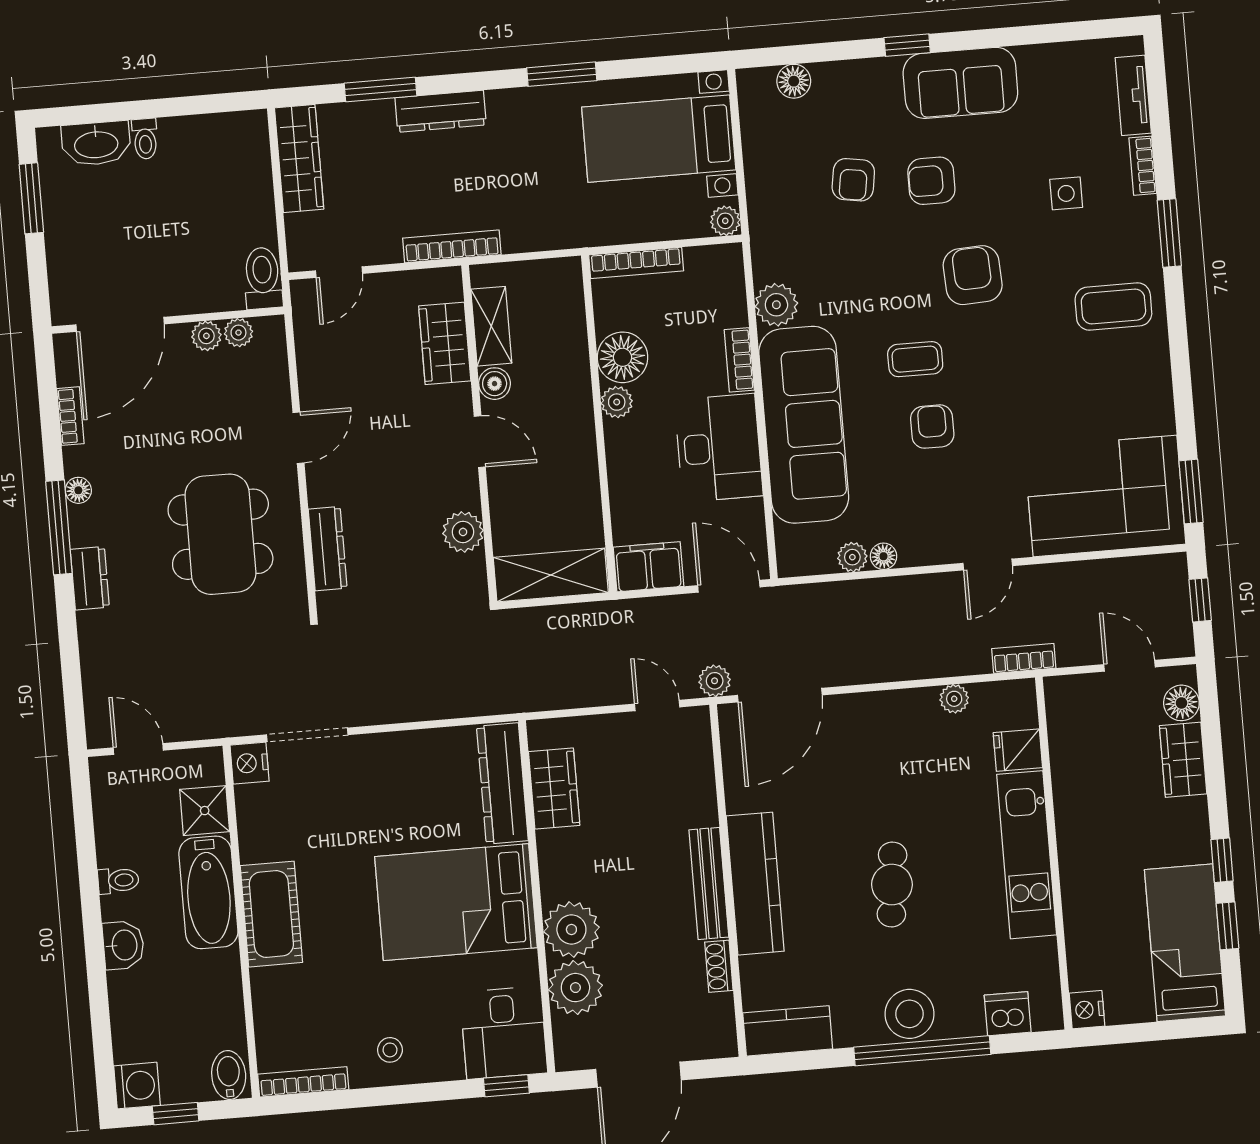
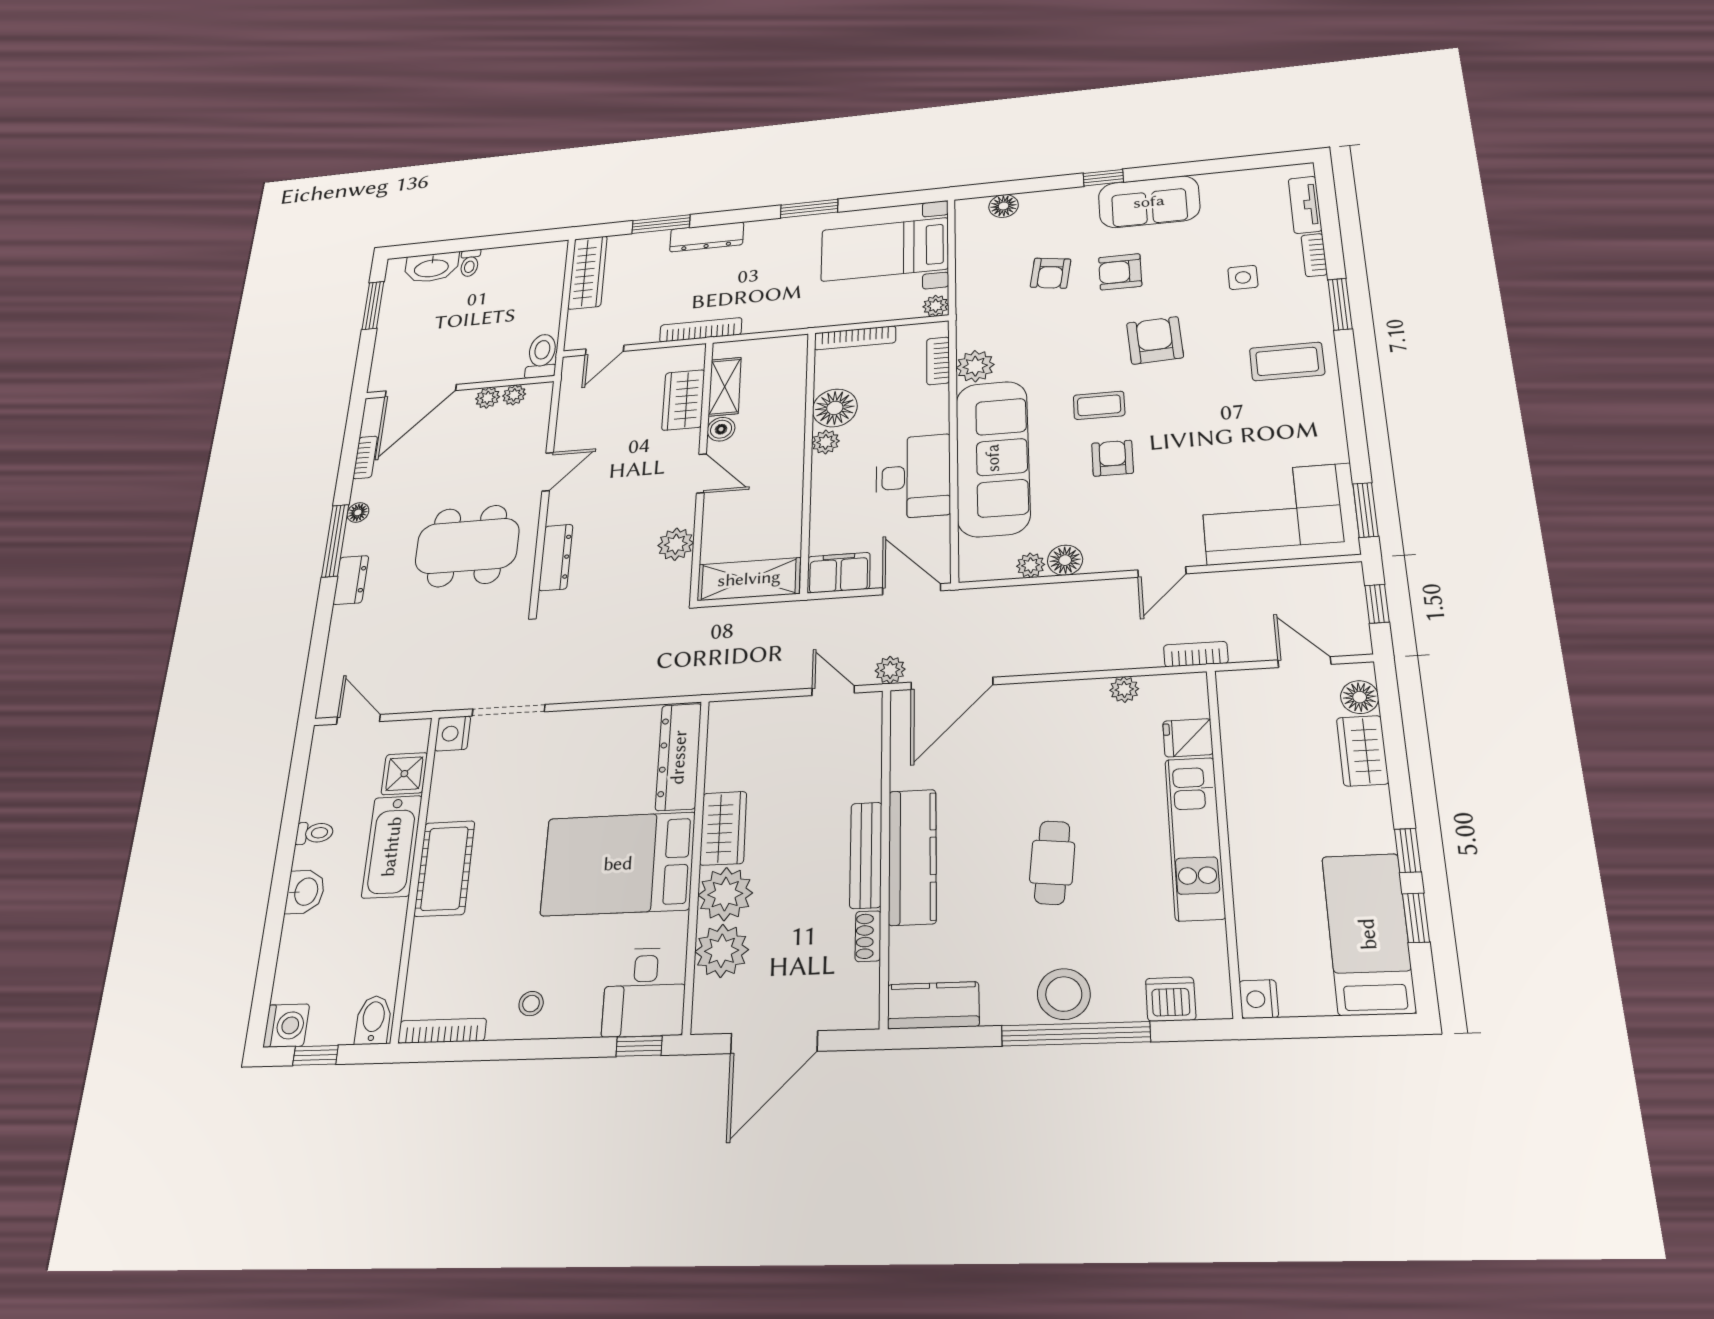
bookcase: (739, 360) -> (938, 361), moved
dining table: (220, 534) -> (467, 546), turned 90
floor lamp: (883, 556) -> (1065, 560), width x1.37, depth x1.37
wardrobe: (554, 789) -> (723, 828), moved

